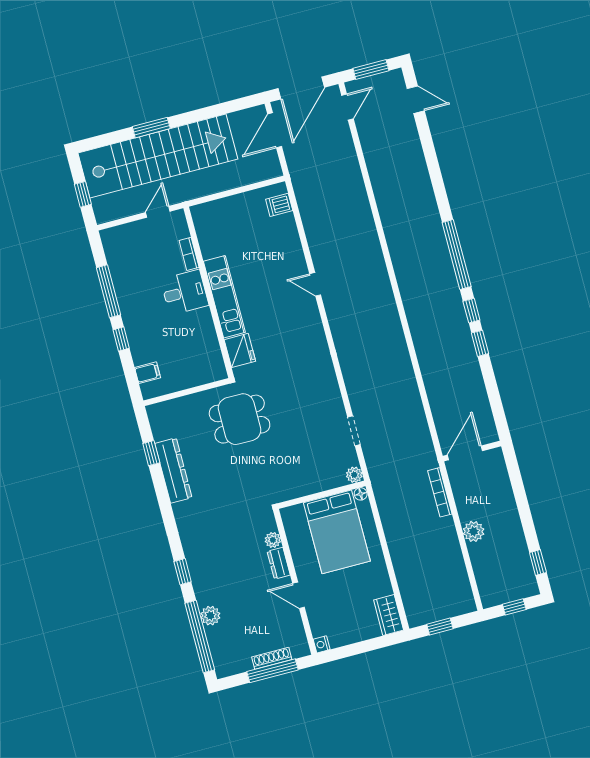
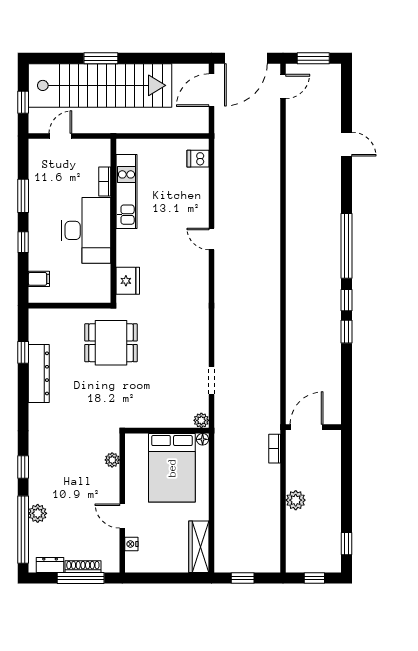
door: (416, 100) -> (346, 144), moved
door: (158, 212) -> (60, 136), moved
window: (109, 291) -> (23, 196), width x0.69
desk: (185, 292) -> (86, 230), width x1.87, depth x1.30
kitchen unit: (224, 297) -> (126, 192), moved
bookcase: (440, 492) -> (275, 449), width x0.64
dresser: (279, 563) -> (50, 565), moved, turned 90
wardrobe: (389, 615) -> (199, 547), width x1.50
nightstand: (322, 644) -> (131, 544), moved

